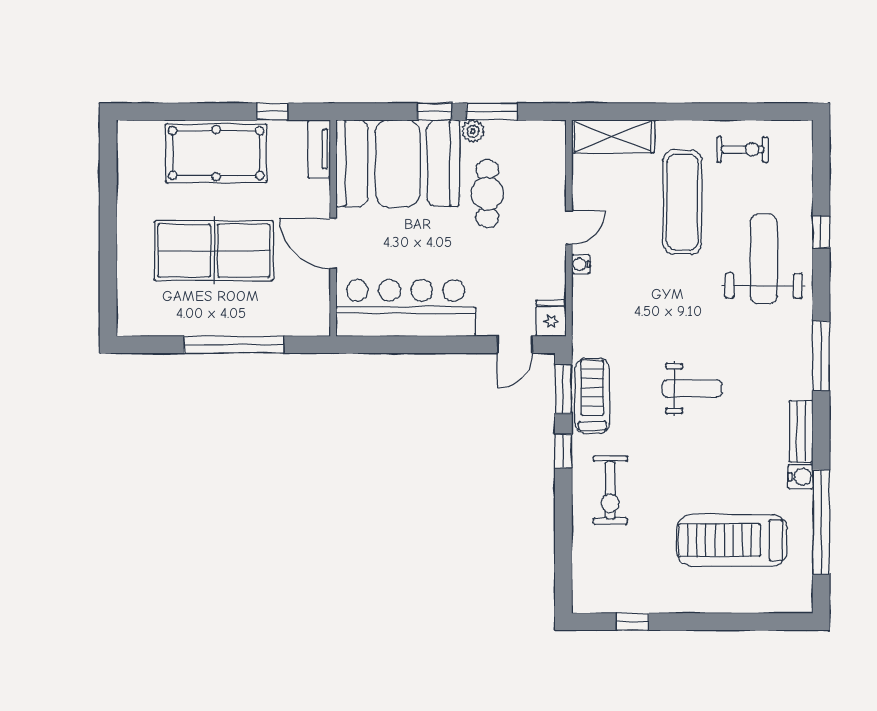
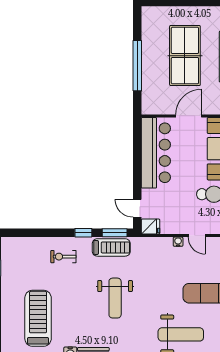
weight bench: (692, 388) -> (115, 298), width x1.36, depth x1.33
exercise bike: (610, 490) -> (63, 257), width x0.73, depth x0.72

